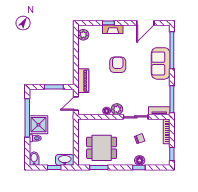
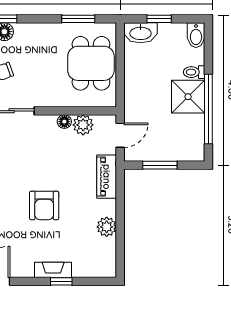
plant: (83, 35) -> (107, 227), moved
plant: (117, 109) -> (83, 125), moved
dining table: (102, 148) -> (91, 63), moved, turned 90

